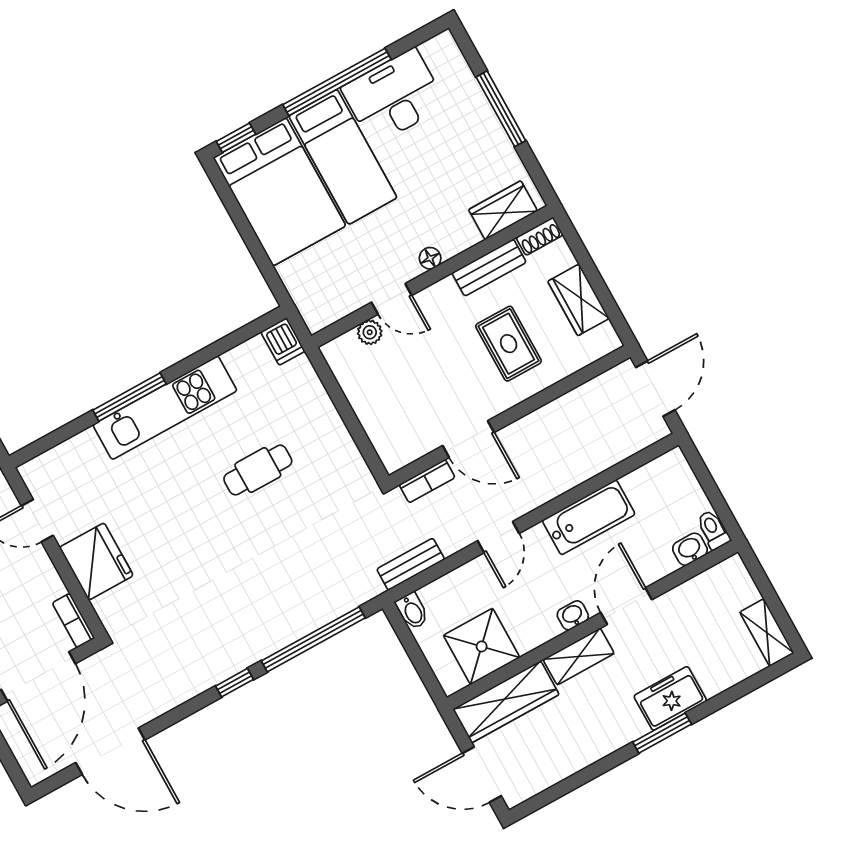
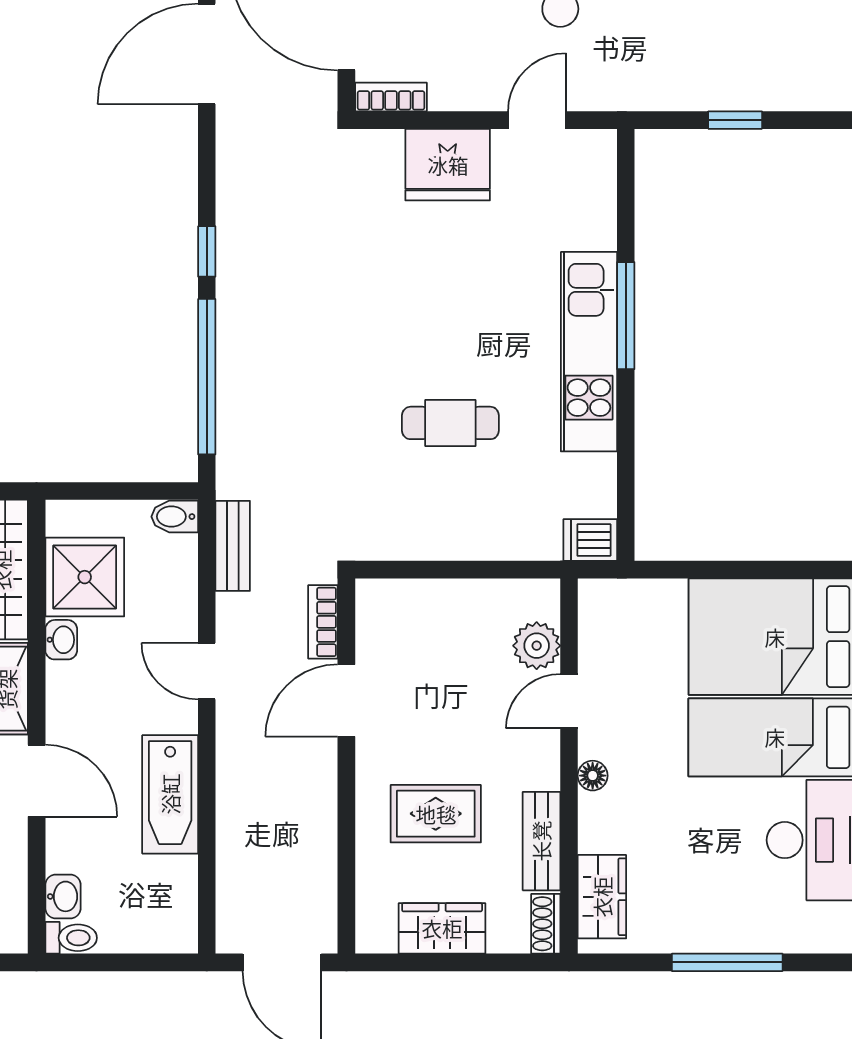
plant: (370, 332) -> (537, 646), width x1.38, depth x1.38
cafe table: (258, 470) -> (450, 423), turned 90
washbasin: (573, 615) -> (61, 640), moved

